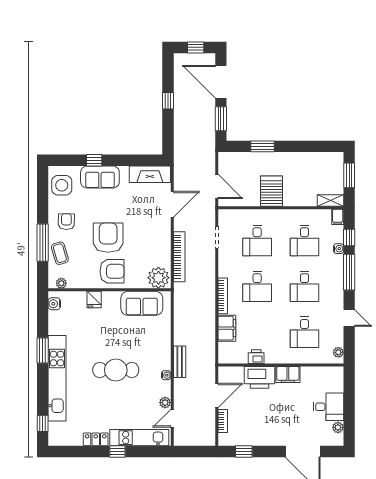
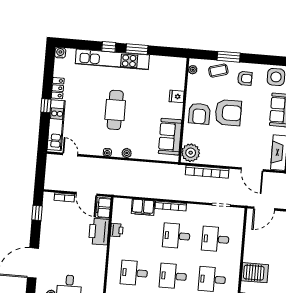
server rack: (271, 191) -> (255, 273), moved
window: (43, 243) -> (229, 57), width x0.69
water cooler: (54, 304) -> (60, 53), moved
bench: (180, 362) -> (118, 165), removed
filing cabinet: (288, 374) -> (103, 208), moved
plant: (165, 403) -> (127, 153), moved
window: (43, 423) -> (109, 47), moved

